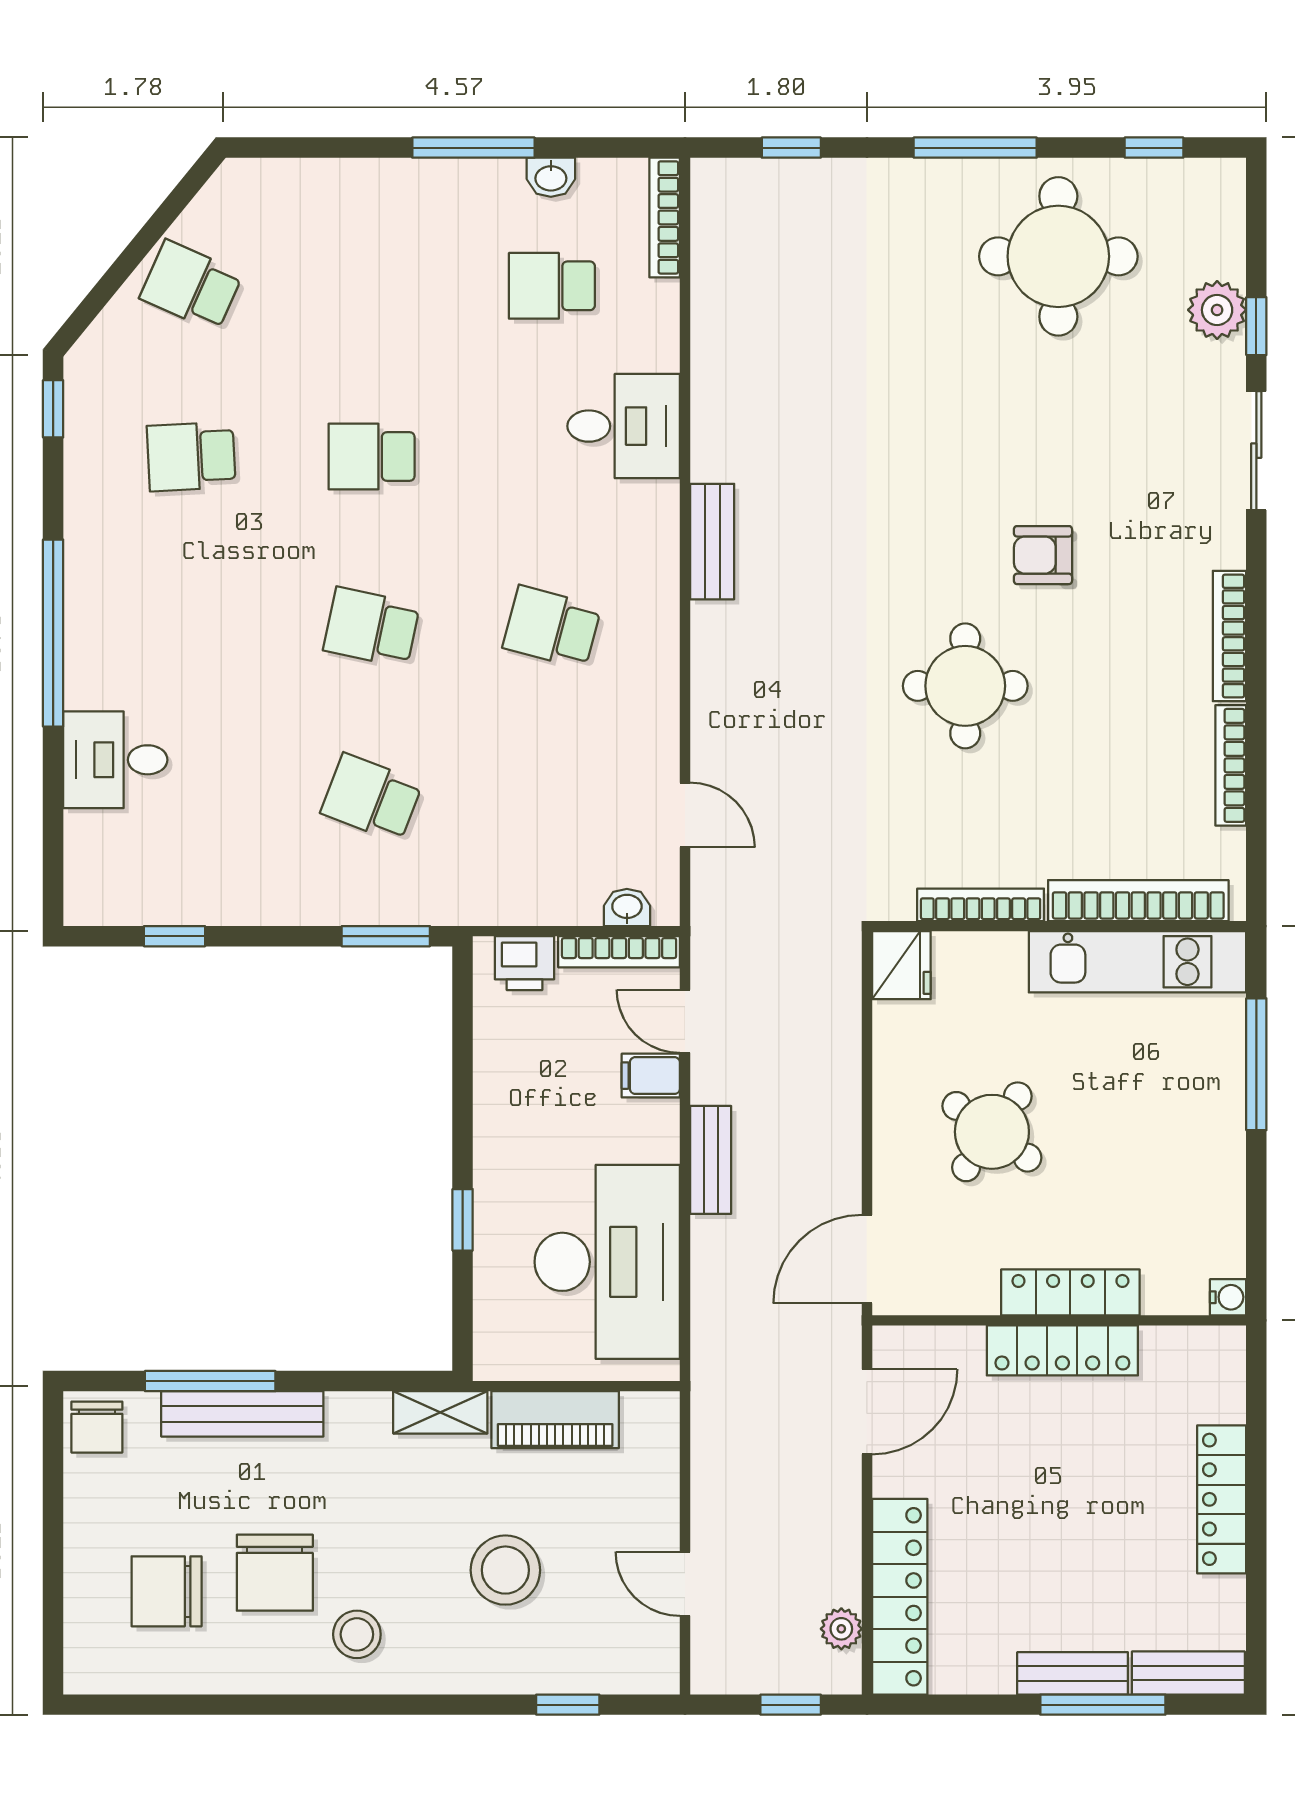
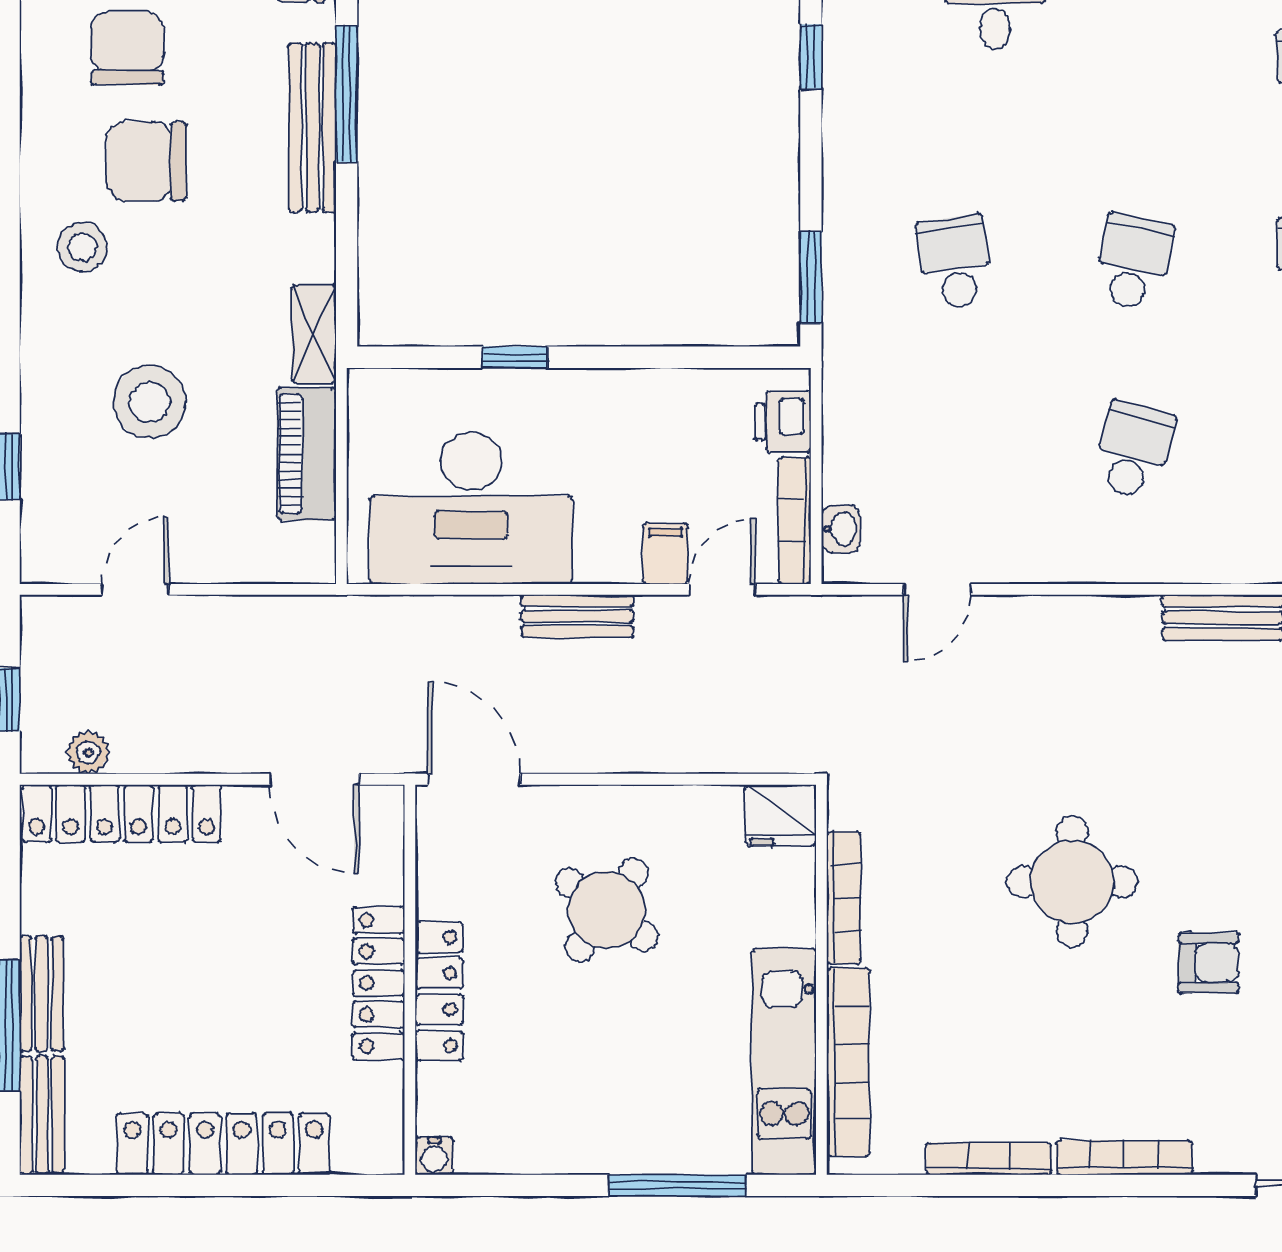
armchair: (1043, 555) -> (1209, 963), turned 90
school desk: (372, 798) -> (955, 262), turned -30
locker: (1222, 1499) -> (223, 1144), width x1.41, depth x1.21

